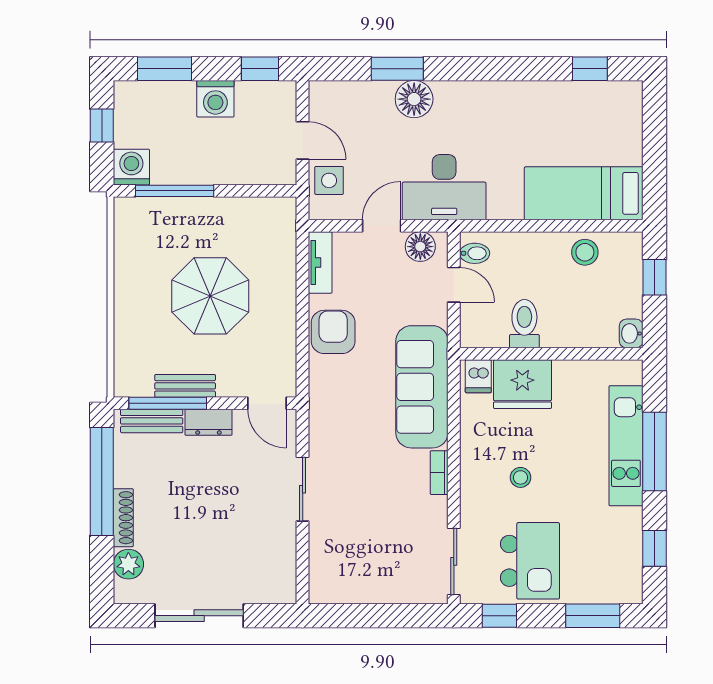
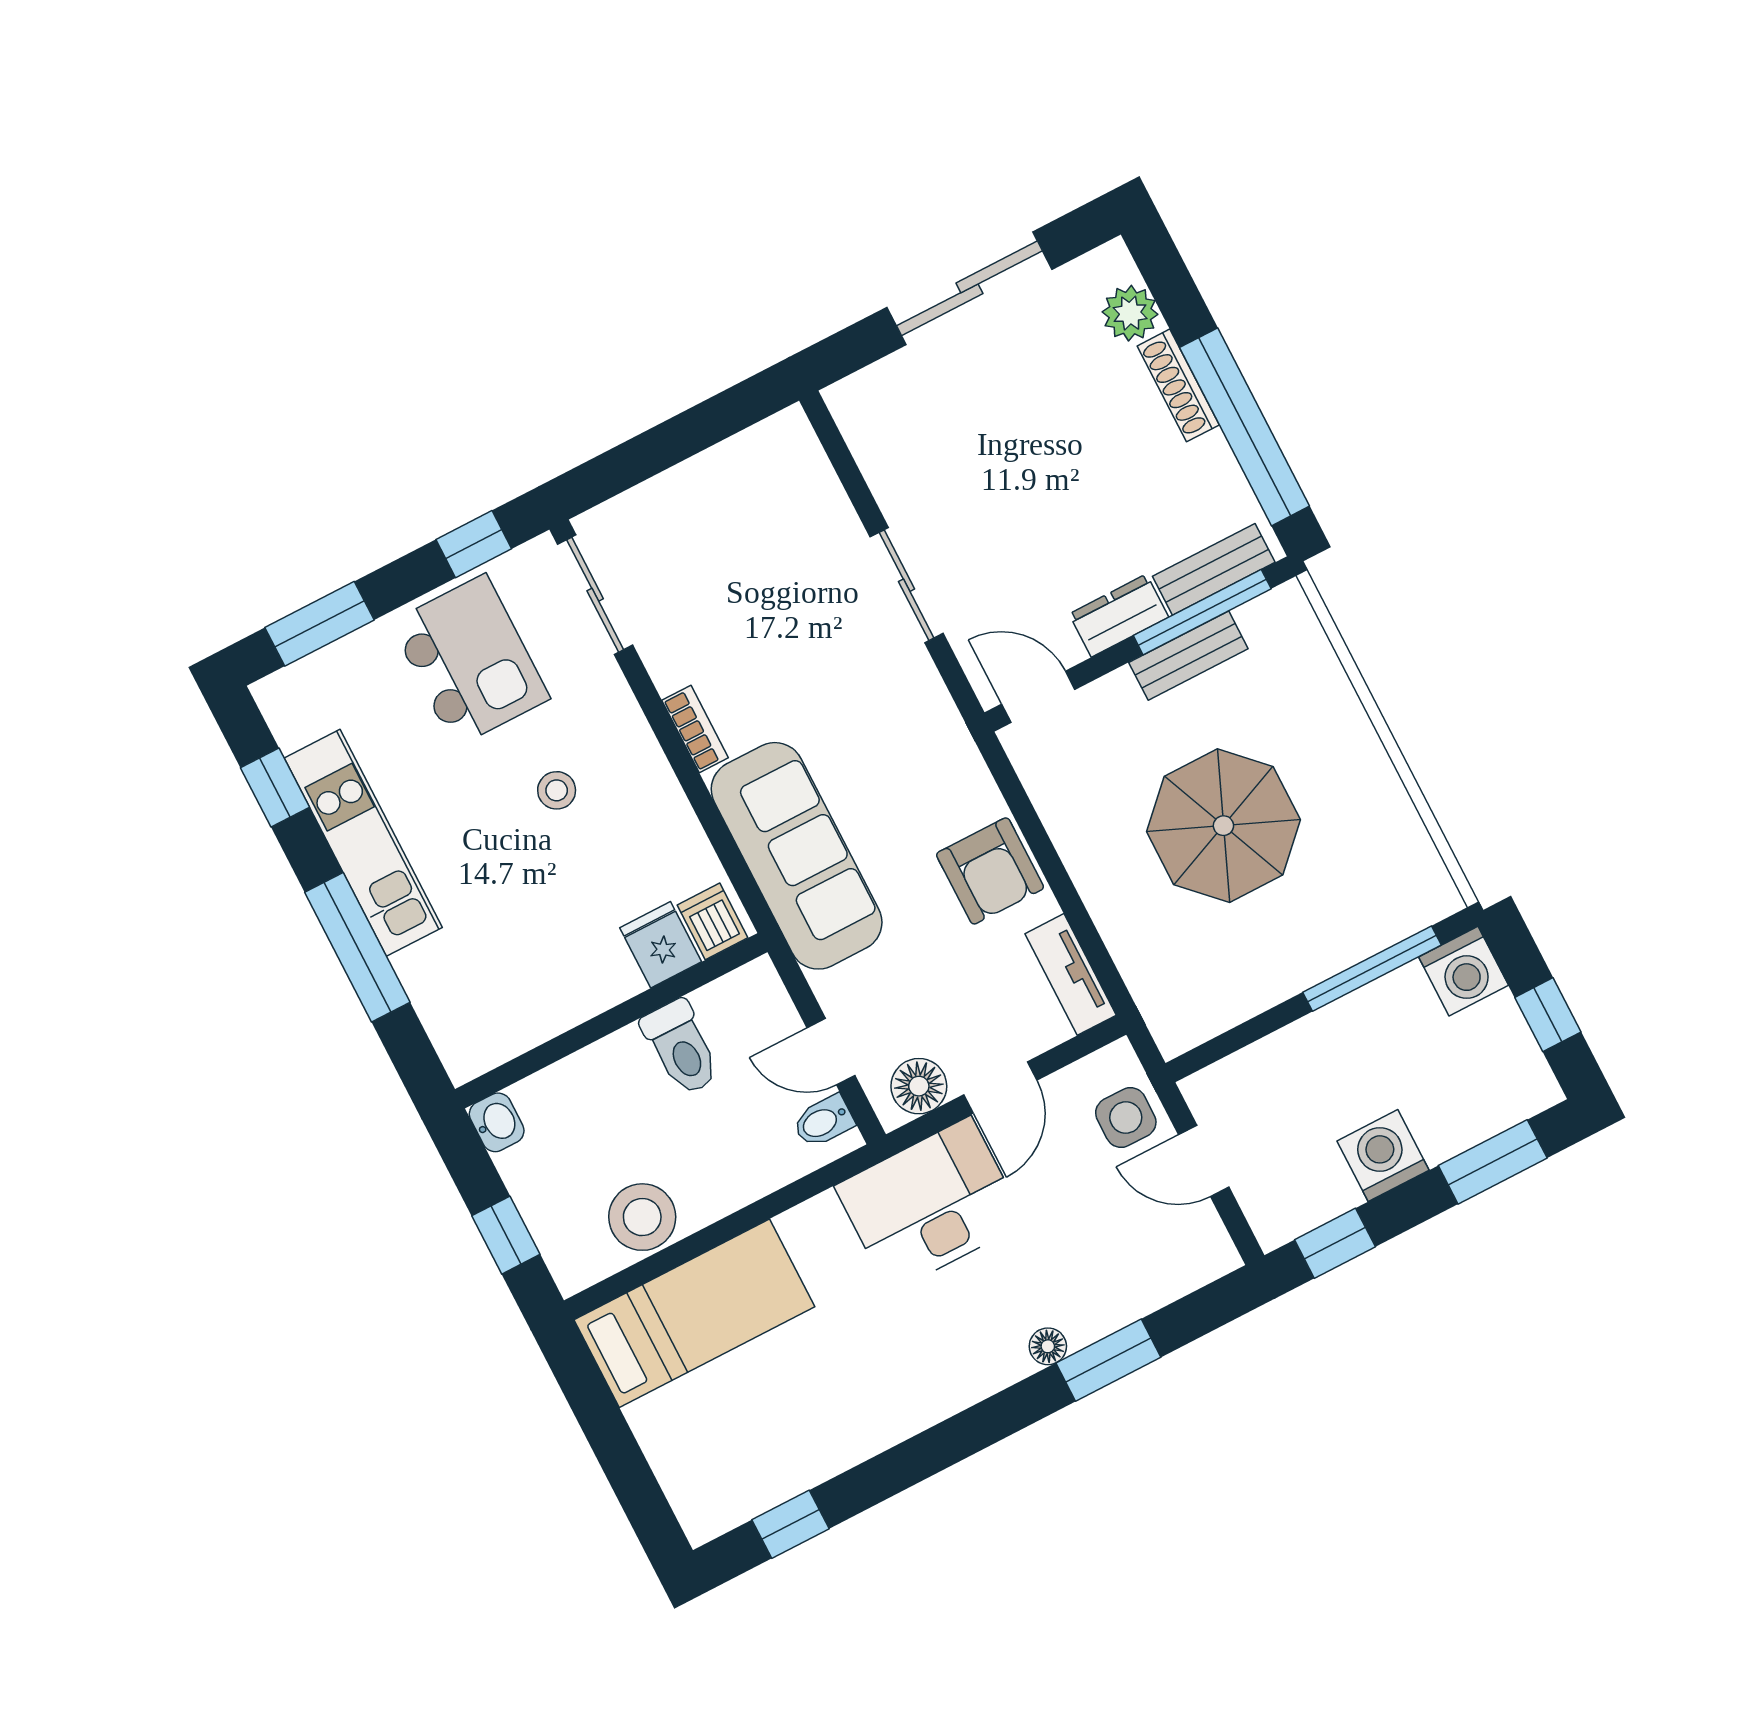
floor lamp: (414, 99) -> (1048, 1346), width x0.53, depth x0.53
stool: (585, 252) -> (642, 1217), width x1.38, depth x1.38
fridge: (522, 384) -> (661, 945), width x0.53, depth x0.75
kitchen unit: (626, 446) -> (363, 843), moved
kitchen island: (530, 561) -> (470, 661), turned 180

